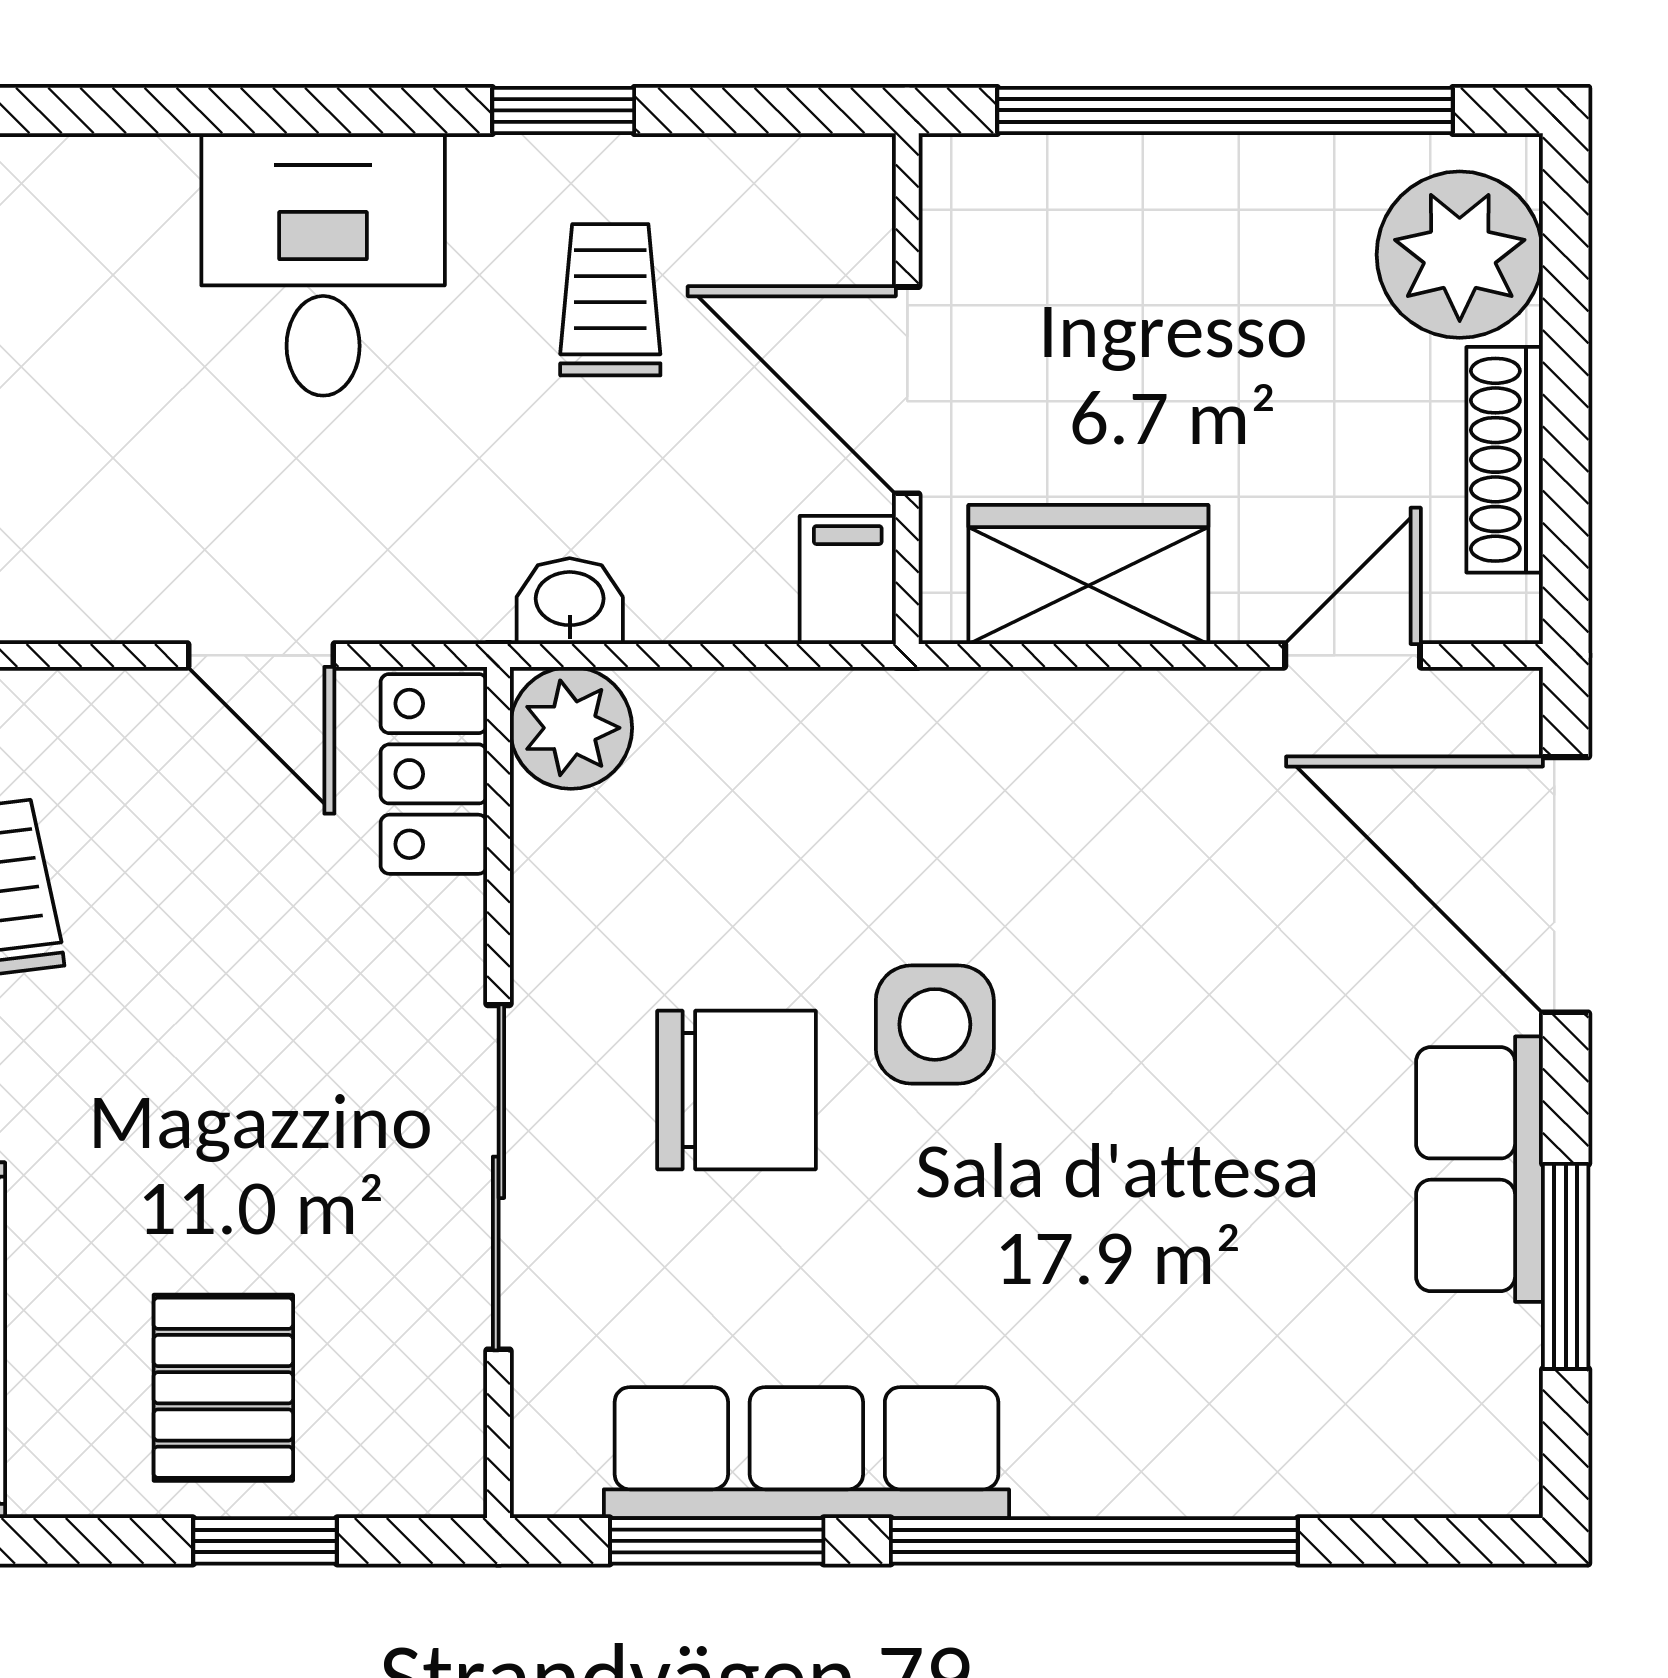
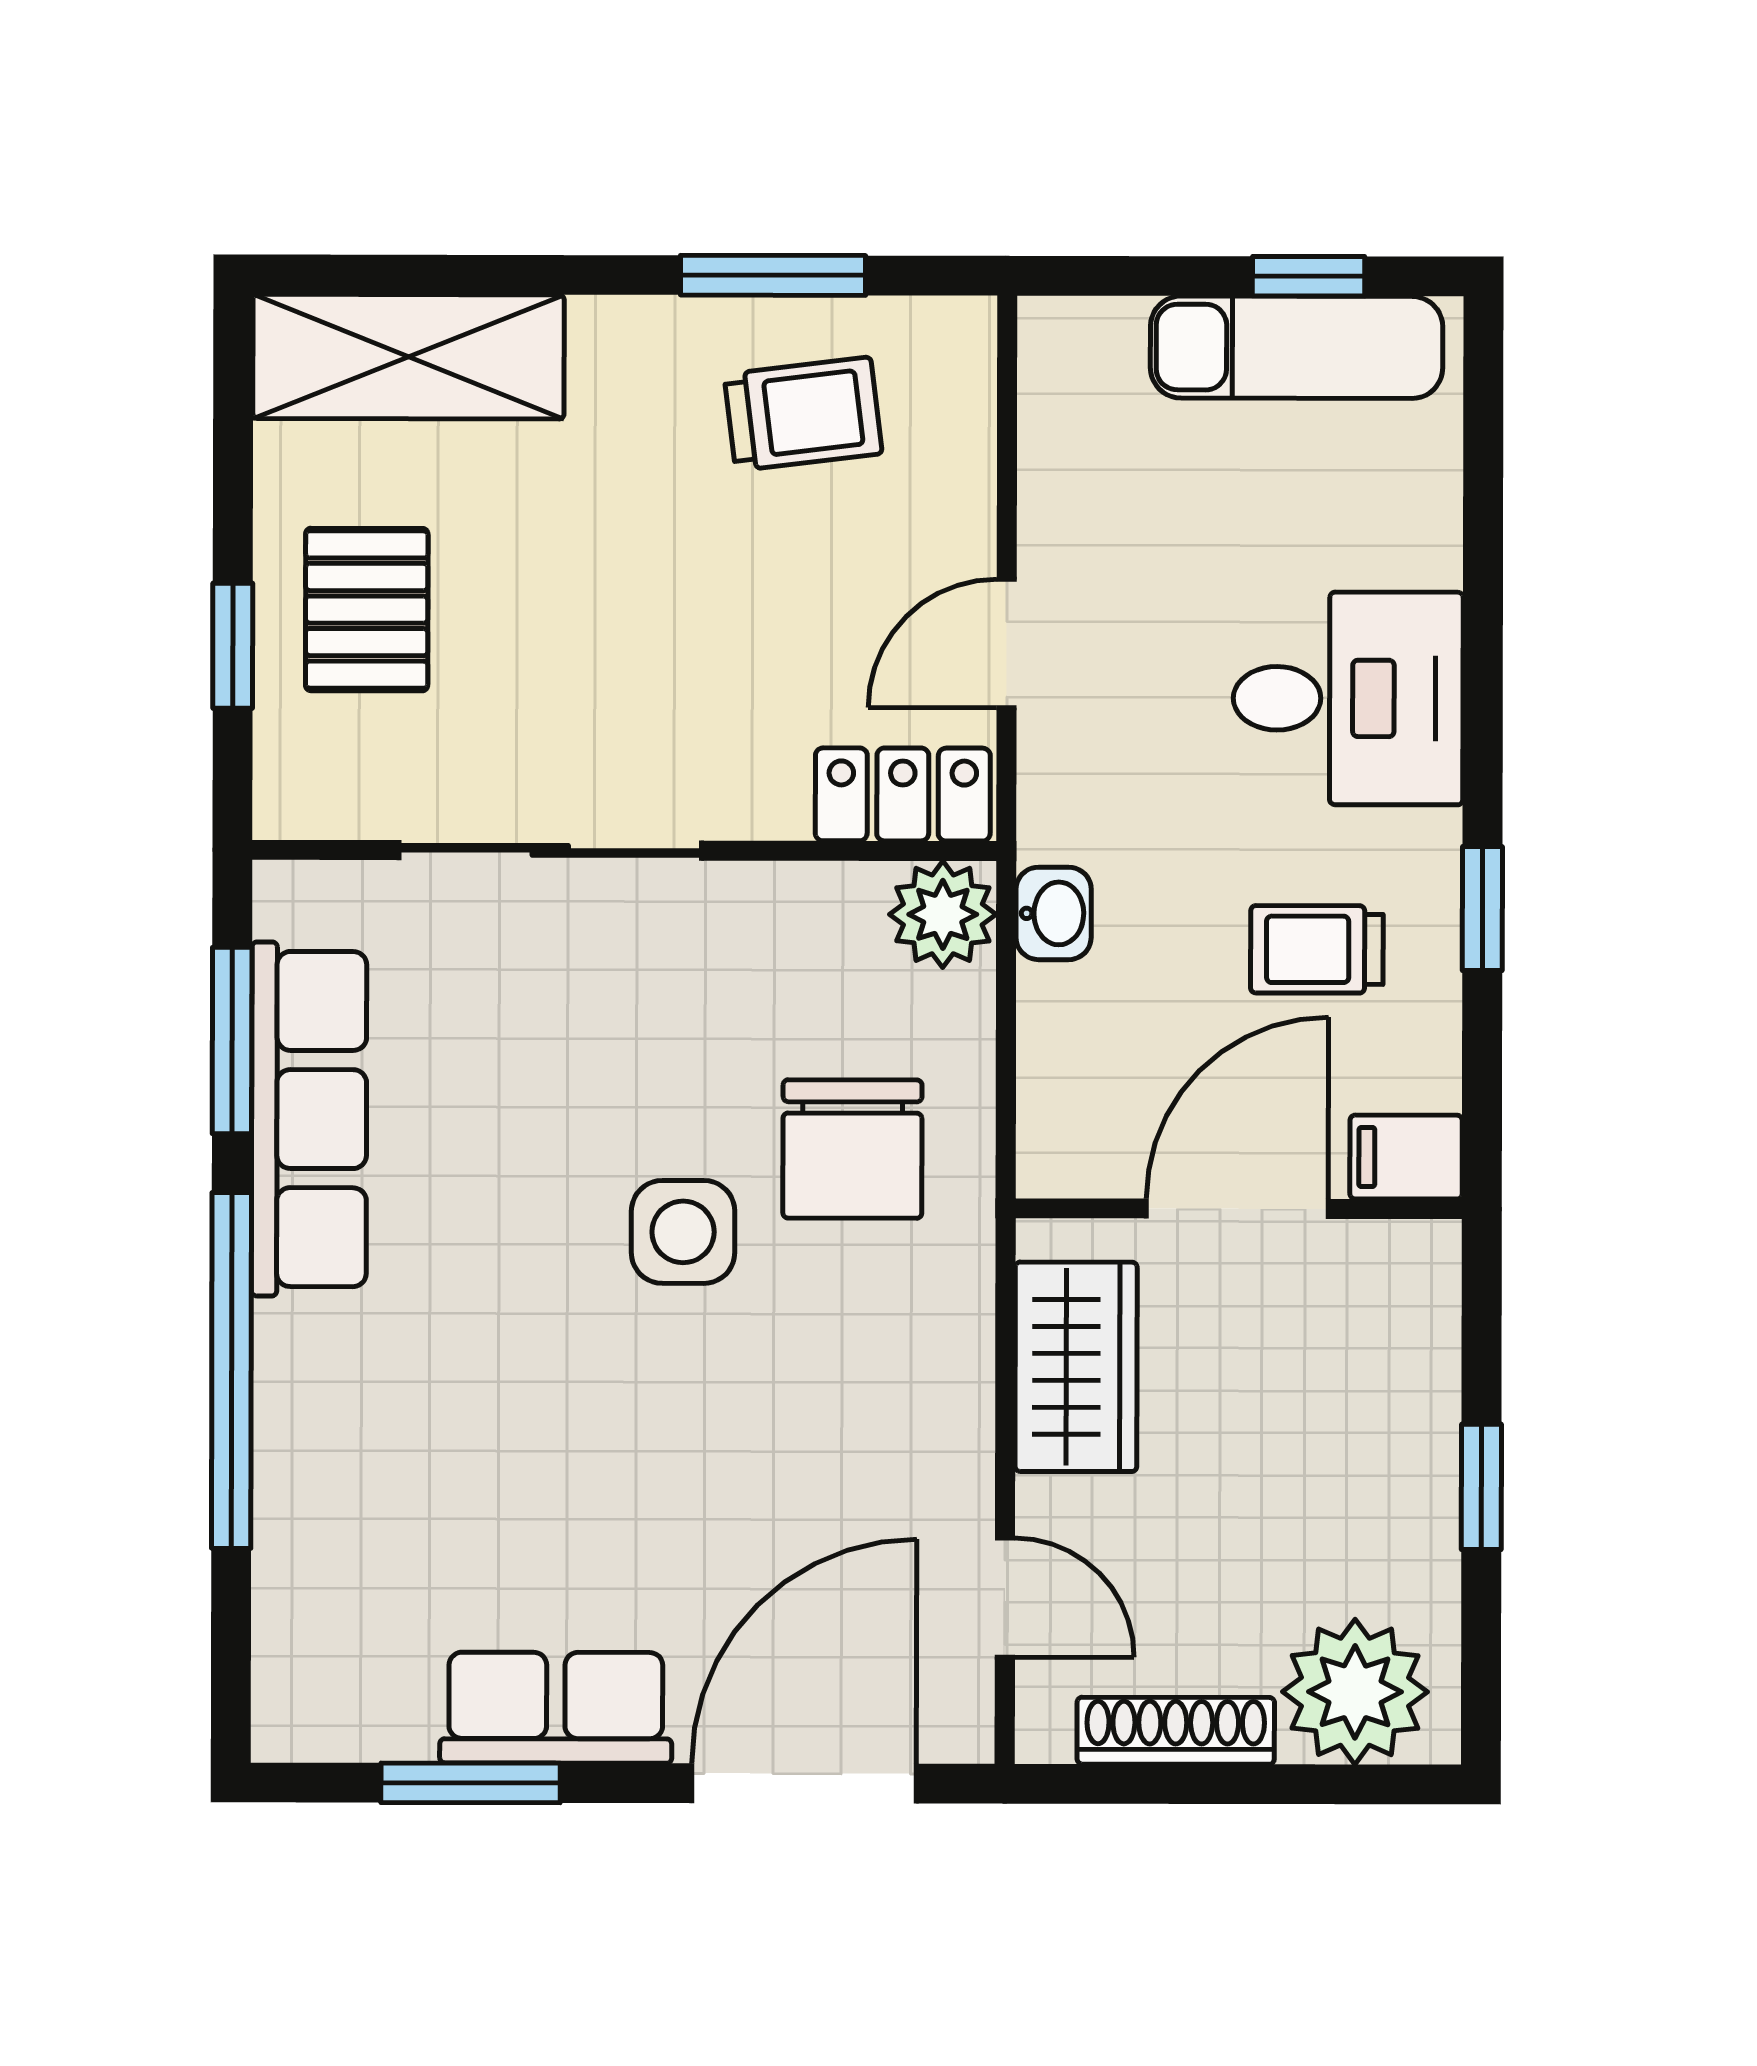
window: (1225, 110) -> (1481, 1487), width x0.32
trolley: (610, 300) -> (1317, 949), turned 180
filing cabinet: (848, 580) -> (1406, 1157), moved, turned 180
chair: (736, 1090) -> (852, 1149), moved
pallet: (223, 1388) -> (367, 610), turned 90

